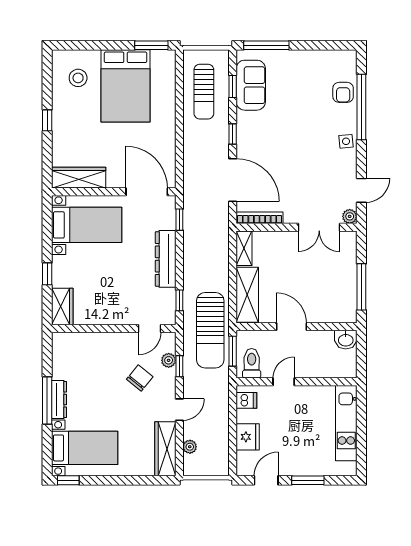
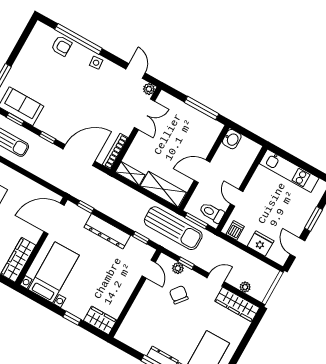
door: (179, 410) -> (216, 280), hinge flipped

